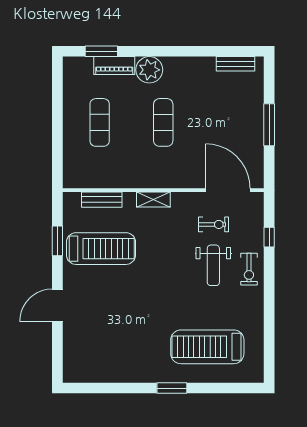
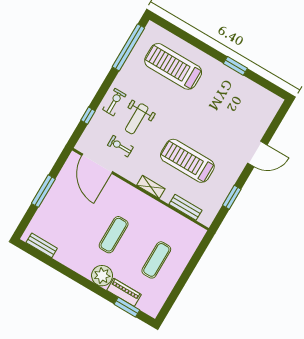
treadmill: (101, 249) -> (187, 161), moved
weight bench: (213, 265) -> (137, 119), turned 180
window: (269, 339) -> (128, 47), added
treadmill: (207, 347) -> (173, 66), turned 180
window: (172, 388) -> (235, 66), moved

